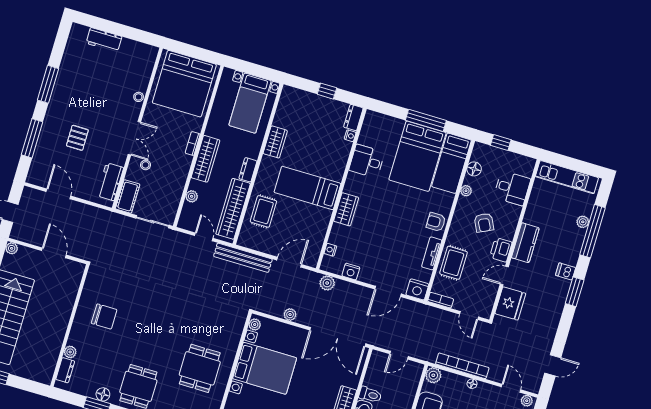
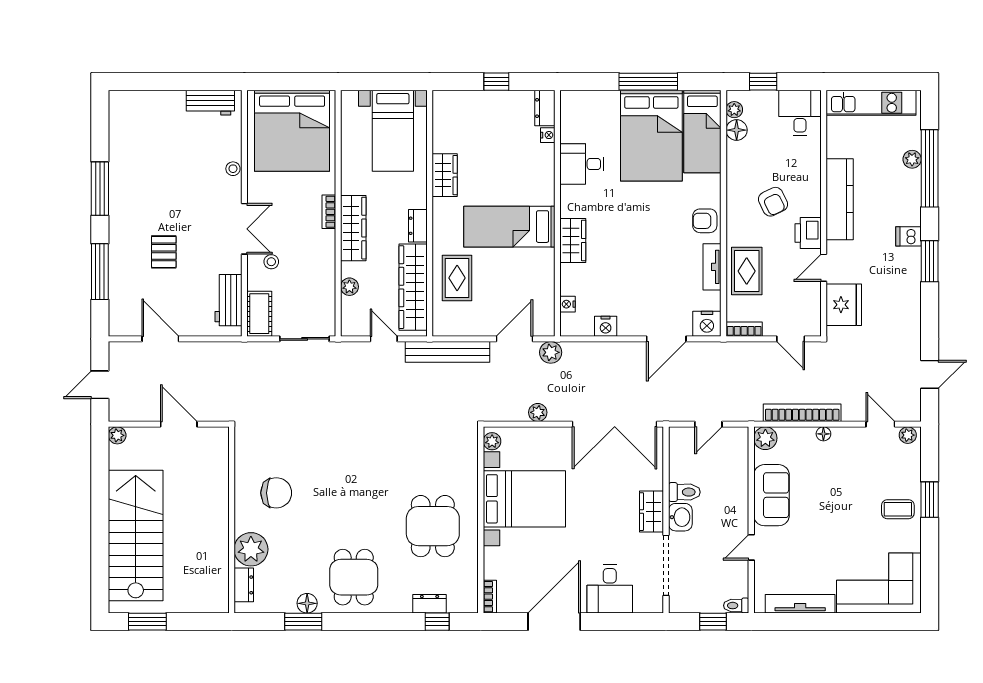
workbench: (104, 40) -> (210, 103), moved
desk: (512, 188) -> (800, 113), moved, turned -90
plant: (466, 191) -> (734, 110), moved
kitchen counter: (525, 243) -> (840, 199), width x1.50
plant: (327, 283) -> (551, 352), moved
plant: (70, 352) -> (251, 549), width x1.87, depth x1.87

